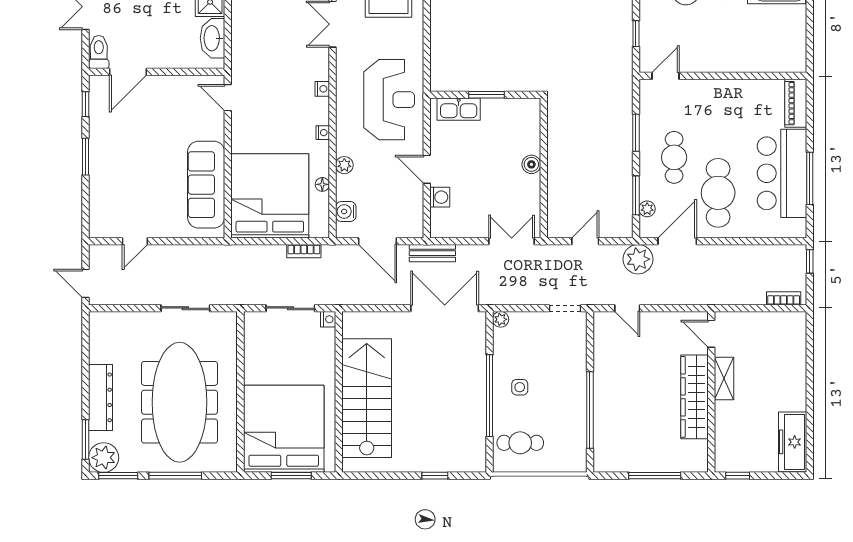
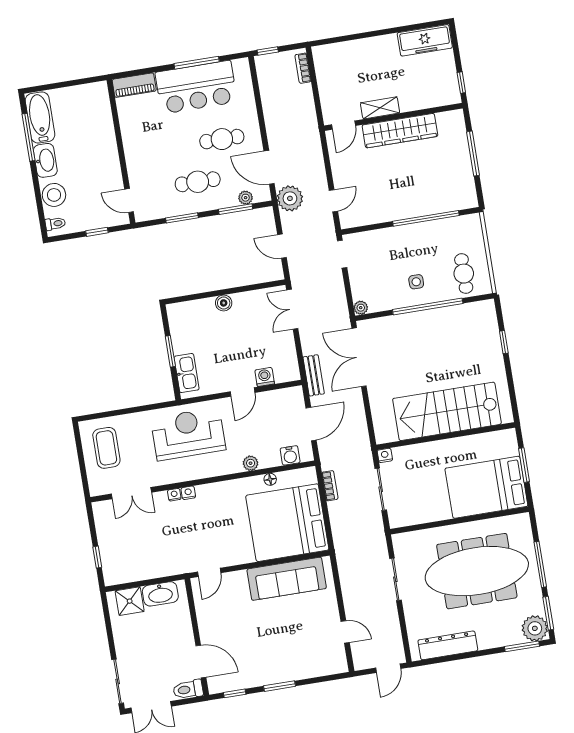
nightstand: (323, 133) -> (174, 495), moved
cafe table: (718, 193) -> (222, 139), width x0.73, depth x0.74
dresser: (100, 397) -> (448, 645), moved
bed: (284, 429) -> (486, 487), width x0.73

